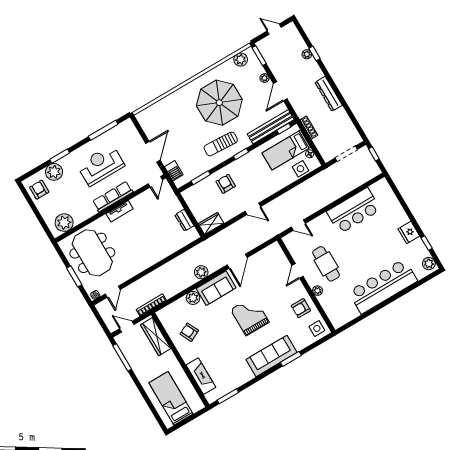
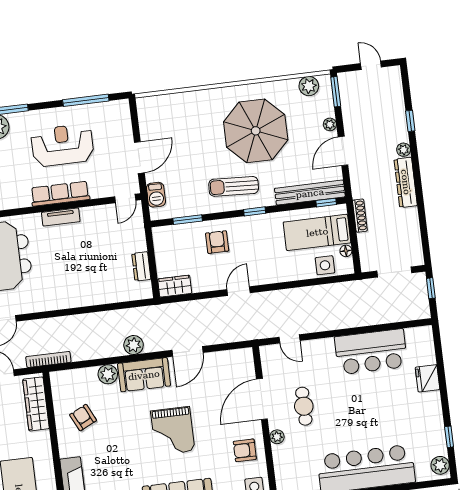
plant: (307, 54) -> (404, 150), moved
door: (253, 209) -> (239, 291), swing flipped
fridge: (409, 232) -> (428, 378), moved
cafe table: (326, 264) -> (304, 406), width x0.73, depth x0.74
door: (298, 271) -> (262, 399), width x1.88
grand piano: (250, 316) -> (173, 431), turned 180

